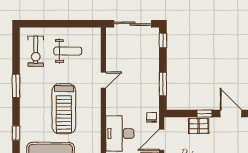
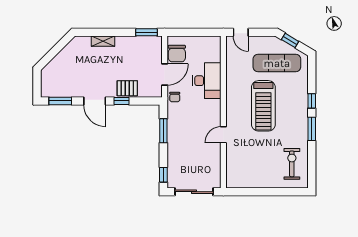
weight bench: (68, 51) -> (259, 164), removed
treadmill: (64, 109) -> (263, 106), turned 180
window: (16, 133) -> (312, 101), moved

